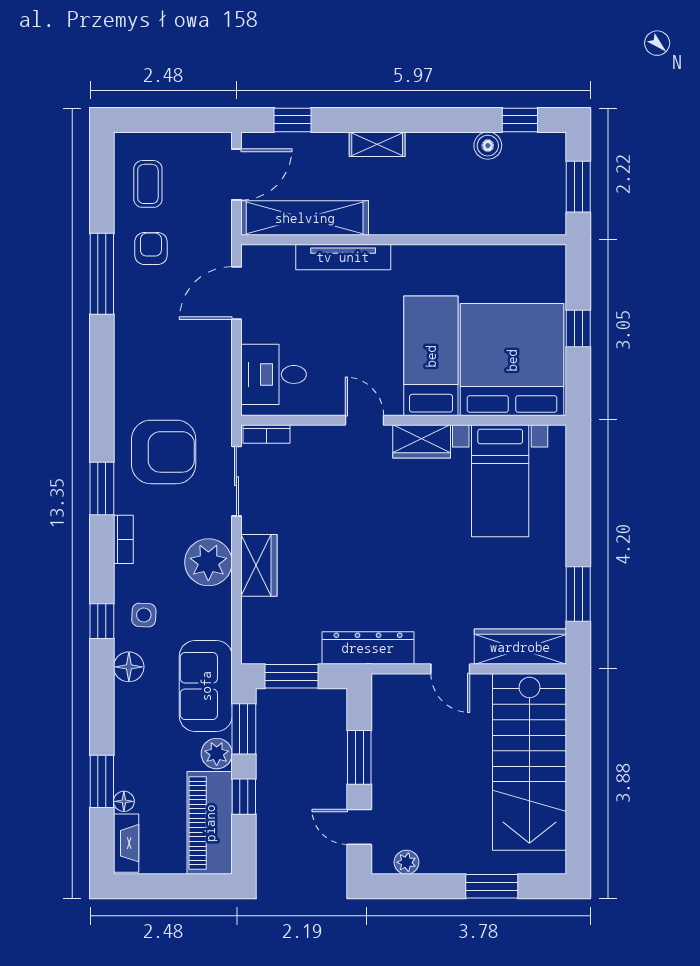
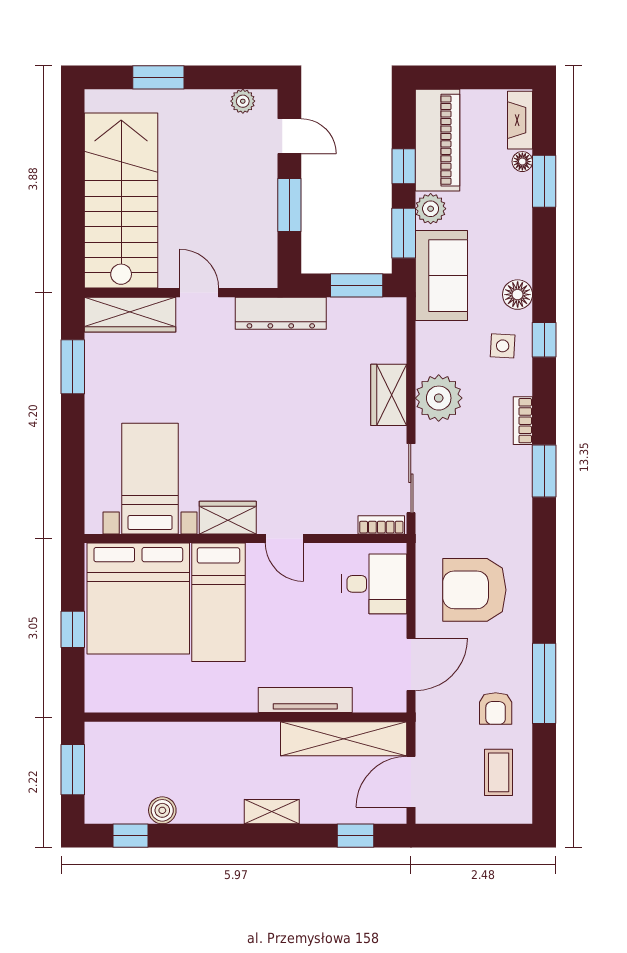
armchair: (164, 452) -> (474, 590), moved

